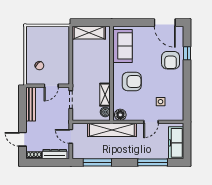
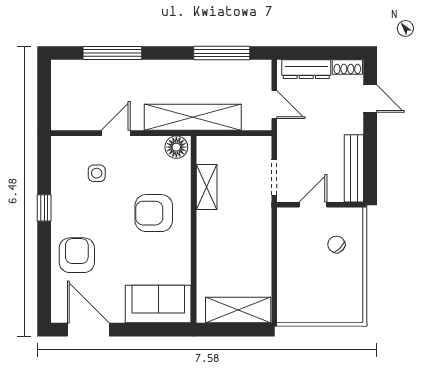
sofa: (122, 46) -> (158, 304), moved, turned 90
window: (187, 53) -> (44, 208), moved
boiler: (105, 112) -> (206, 153), removed
freezer: (176, 143) -> (66, 92), removed

